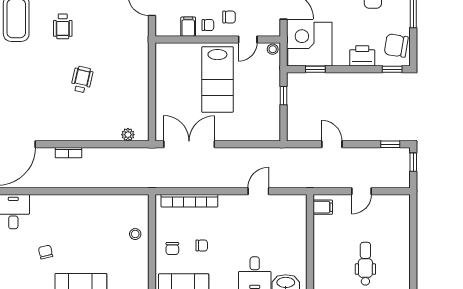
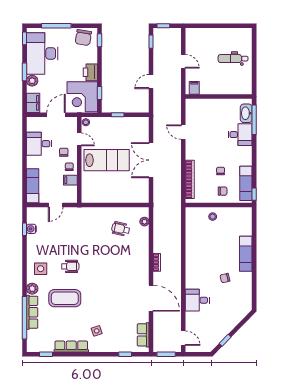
printer: (362, 56) -> (90, 72), moved
wheelchair: (82, 79) -> (121, 229), moved
double door: (189, 144) -> (151, 160), moved

